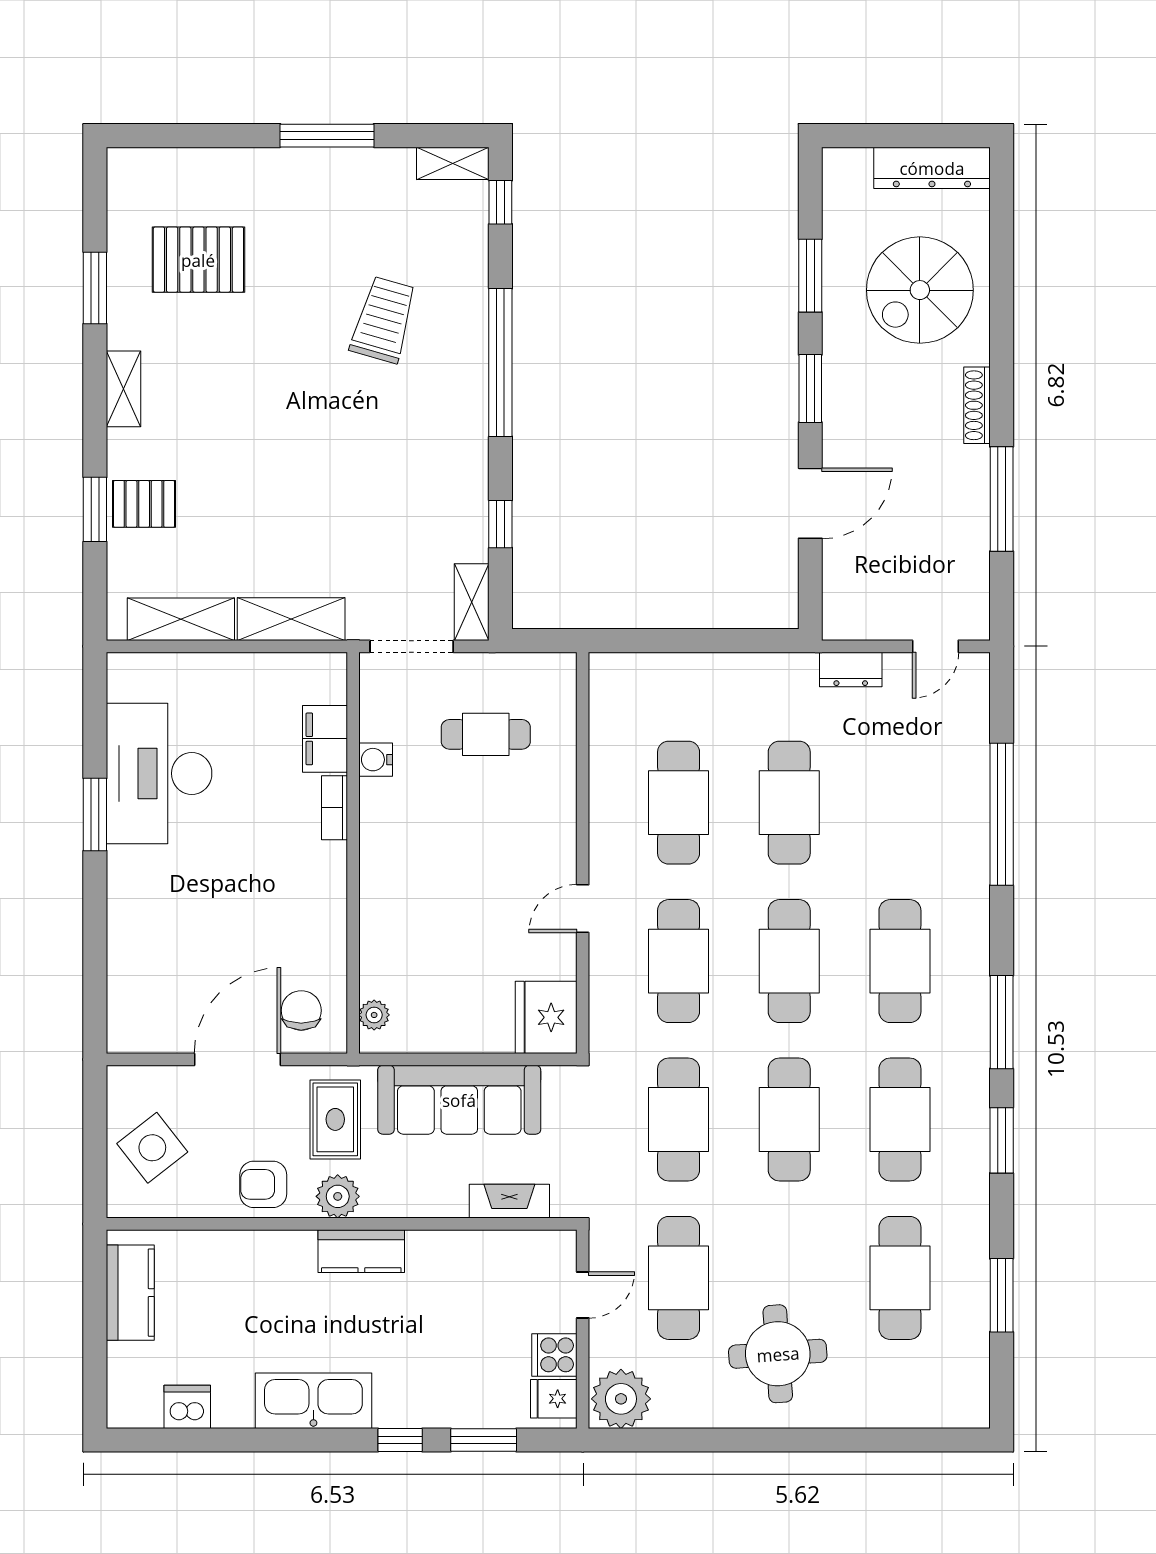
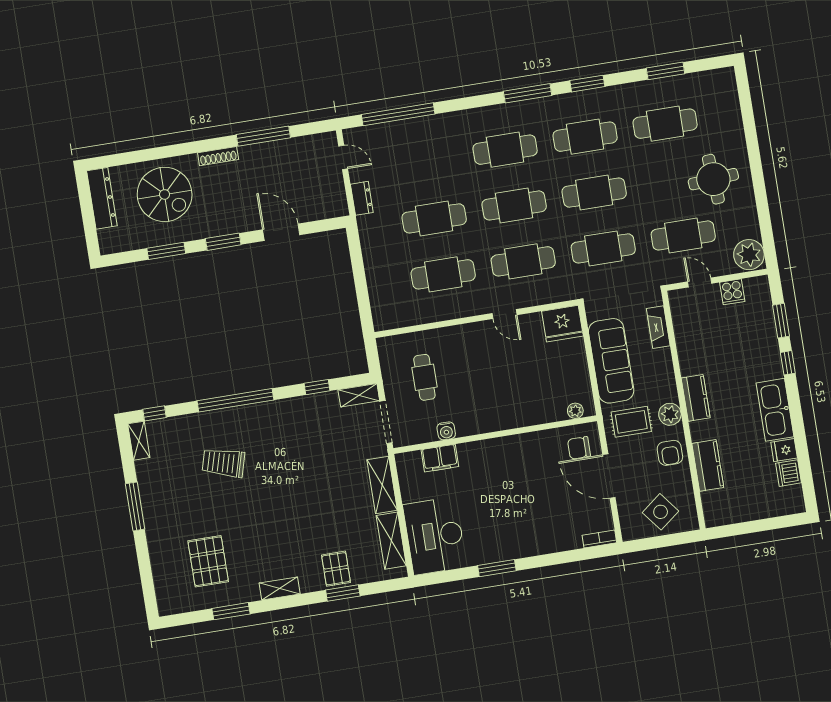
desk: (159, 773) -> (435, 536), moved, turned 90
bookcase: (335, 808) -> (599, 539), moved, turned 180
window: (1002, 814) -> (398, 114), moved
kitchen counter: (130, 1293) -> (708, 465), moved, turned 90
fridge: (554, 1399) -> (784, 450), moved, turned 90

